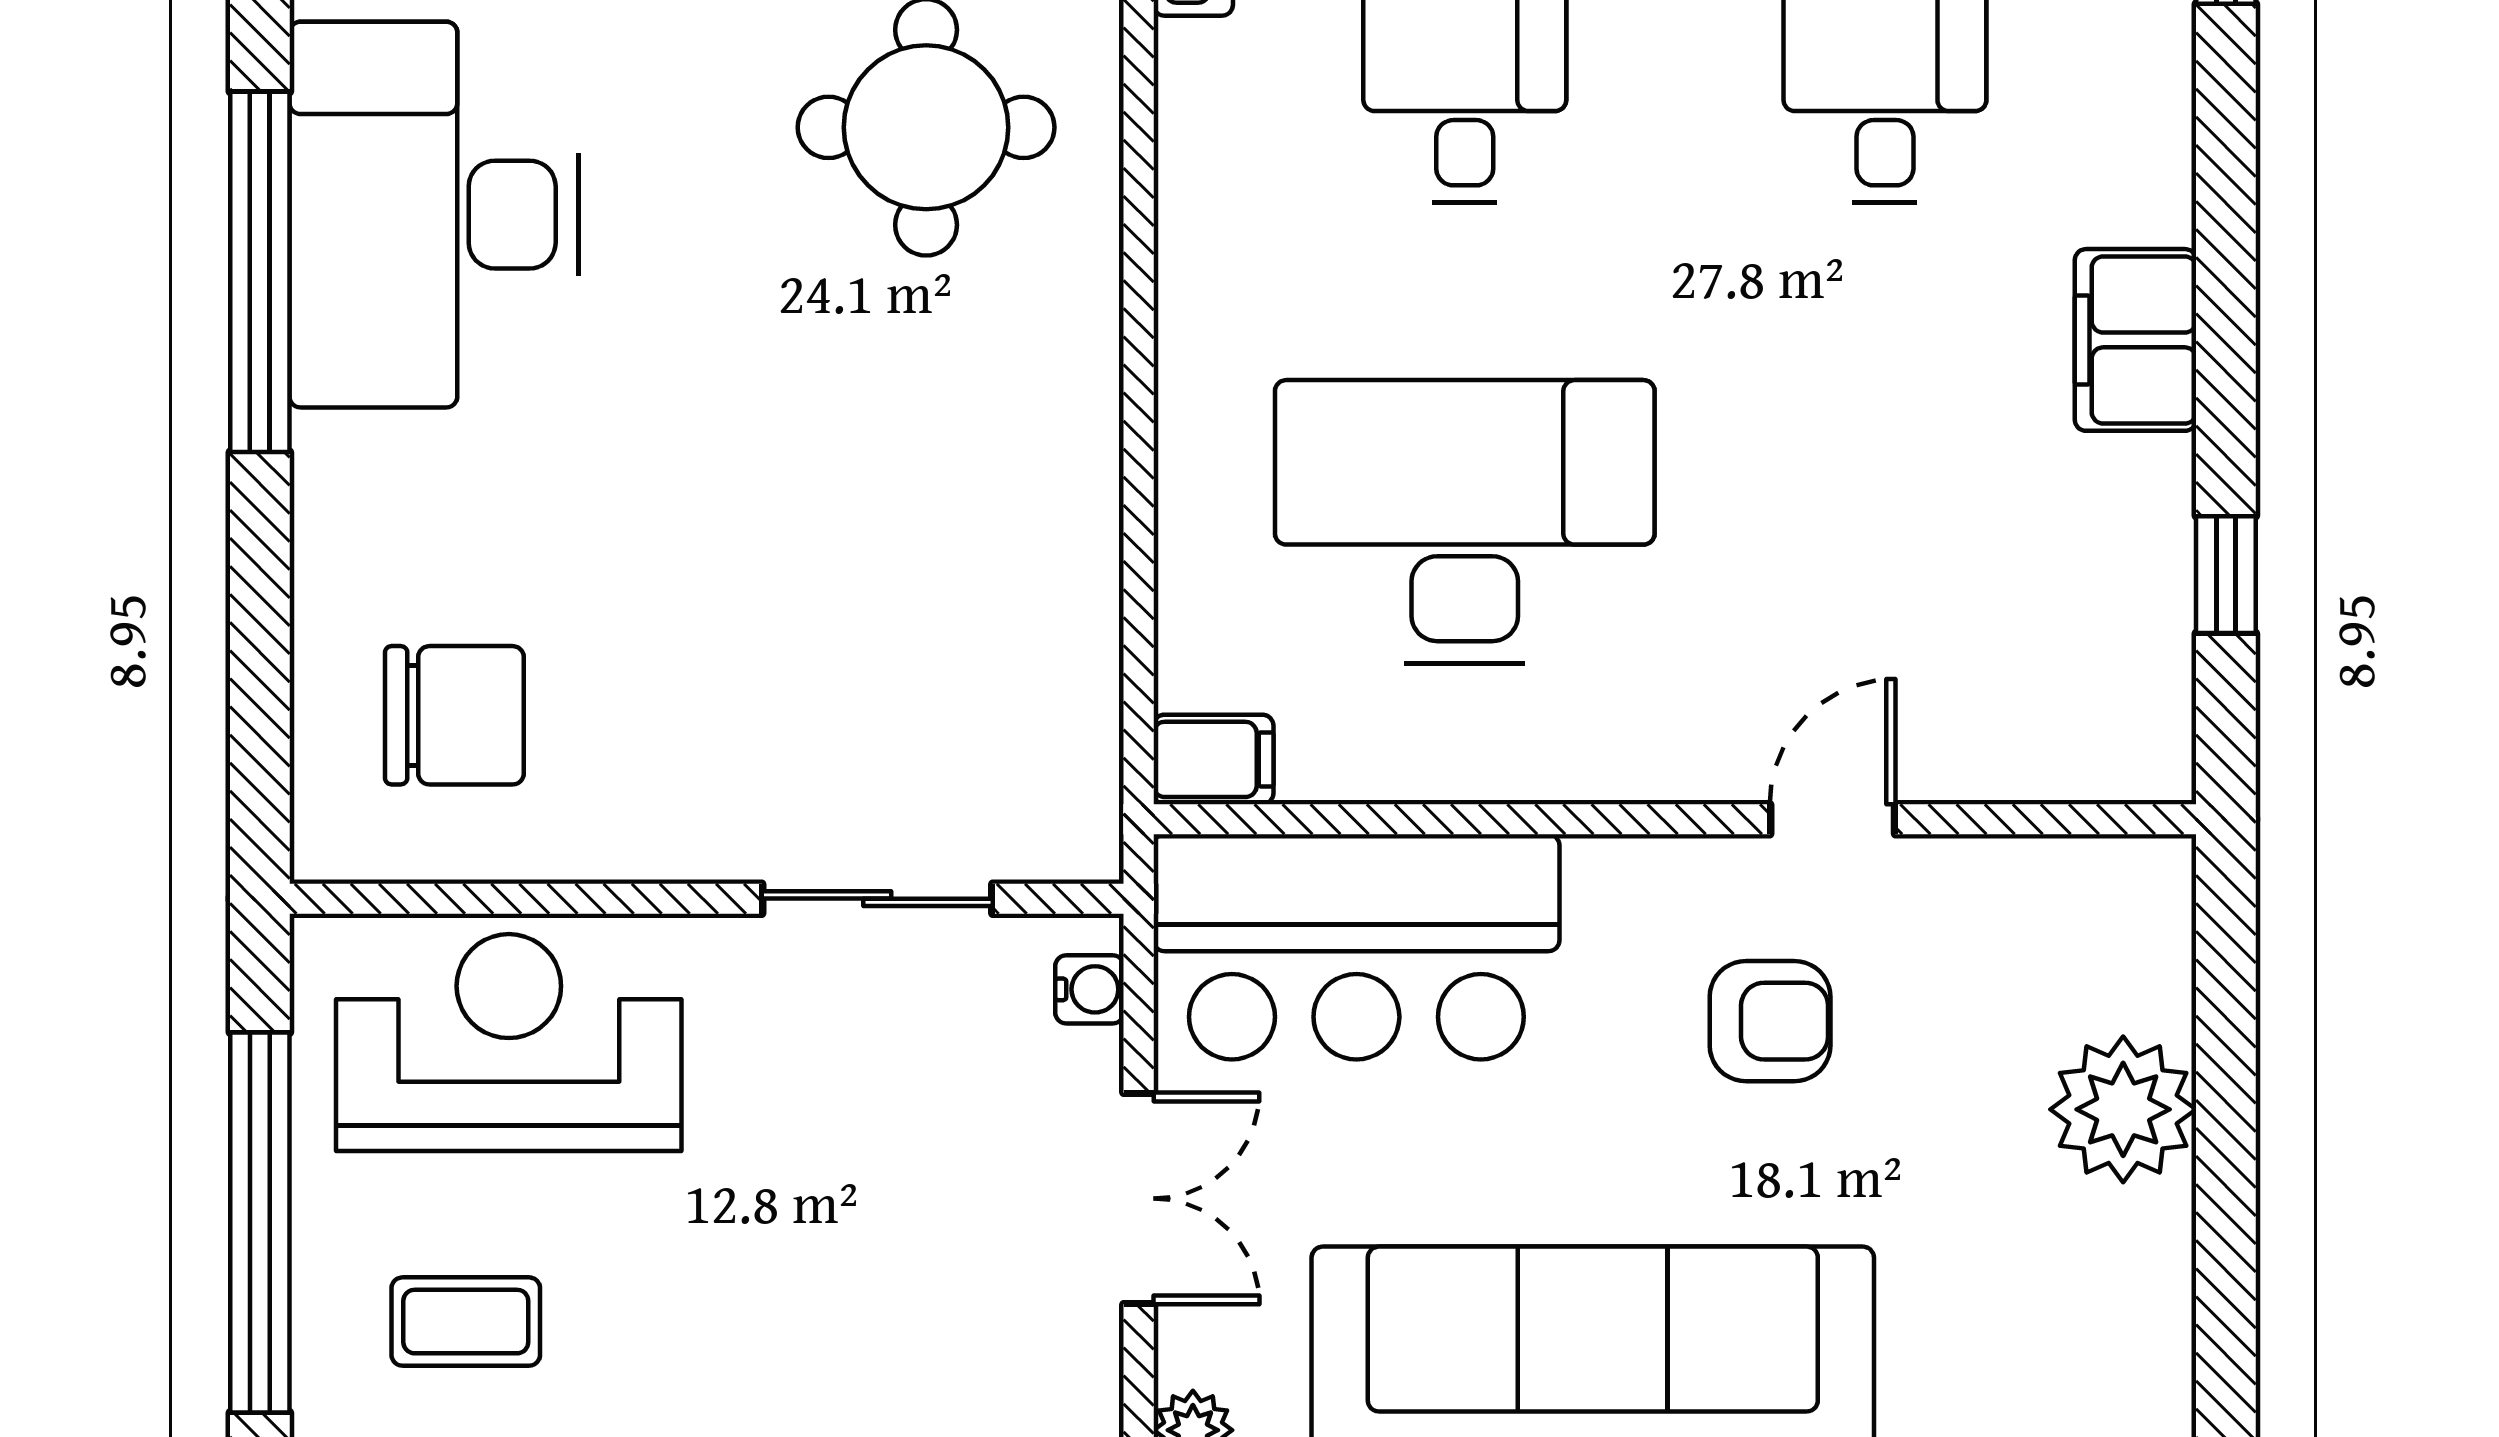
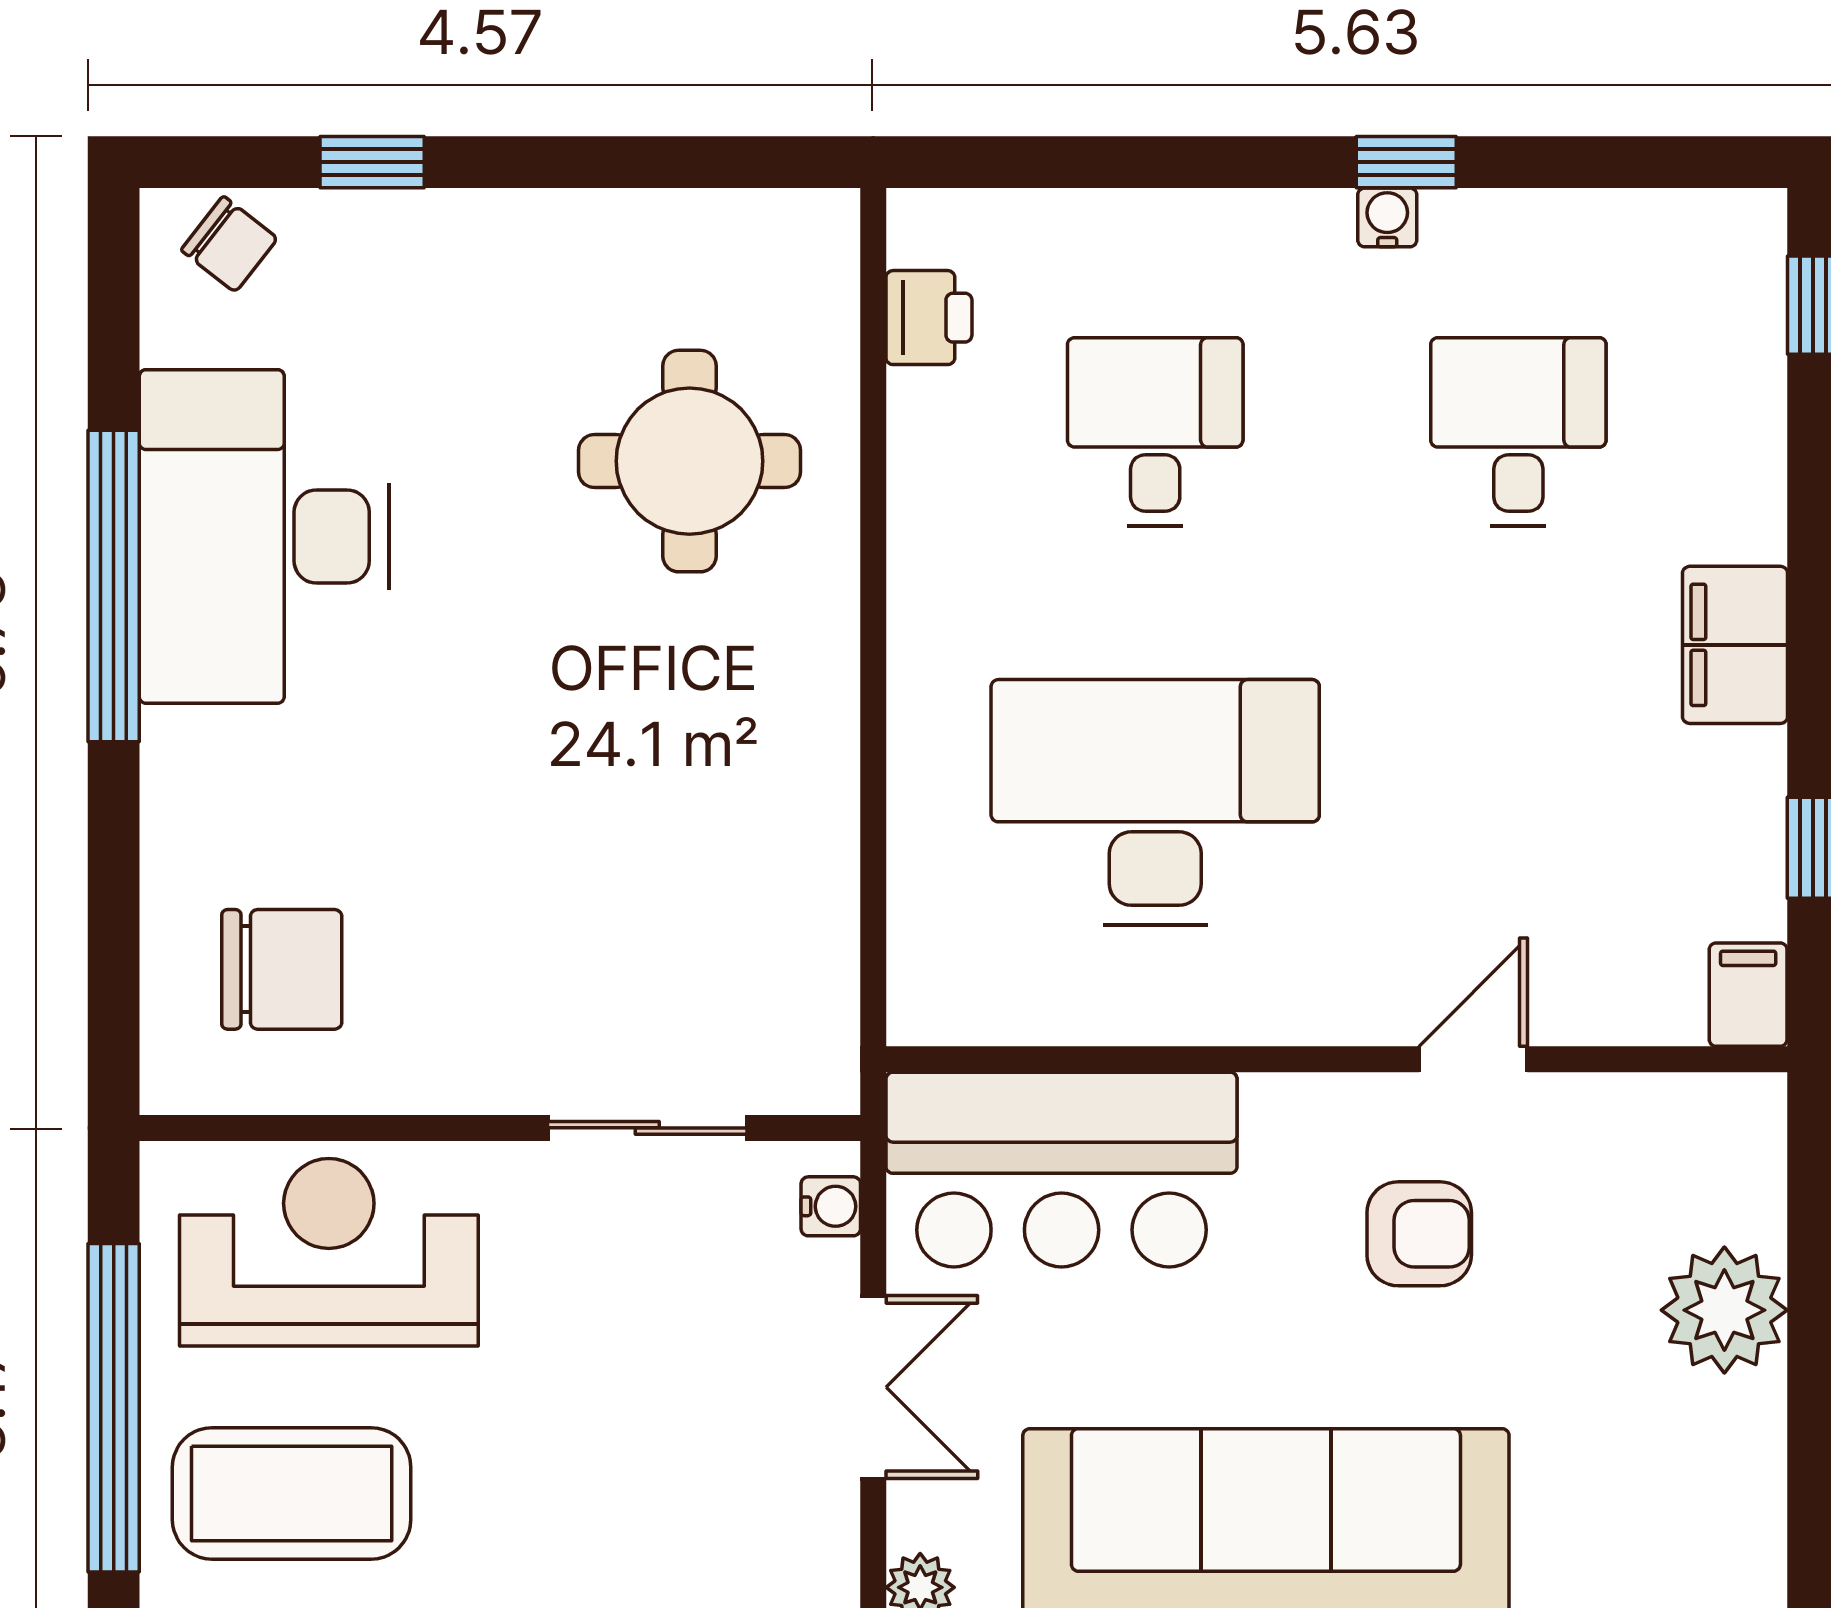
filing cabinet: (1213, 759) -> (1748, 995), moved, turned -90
coffee table: (466, 1322) -> (292, 1493), width x1.86, depth x1.72

